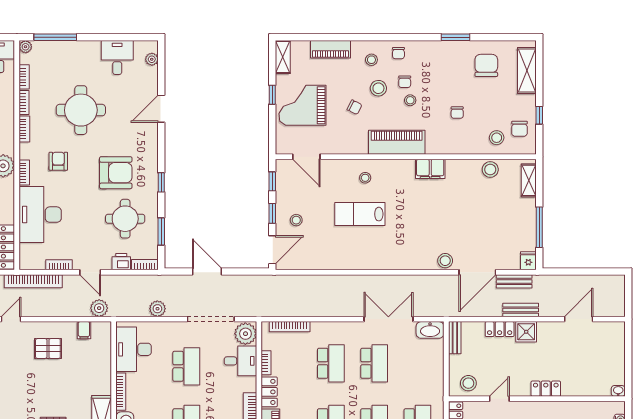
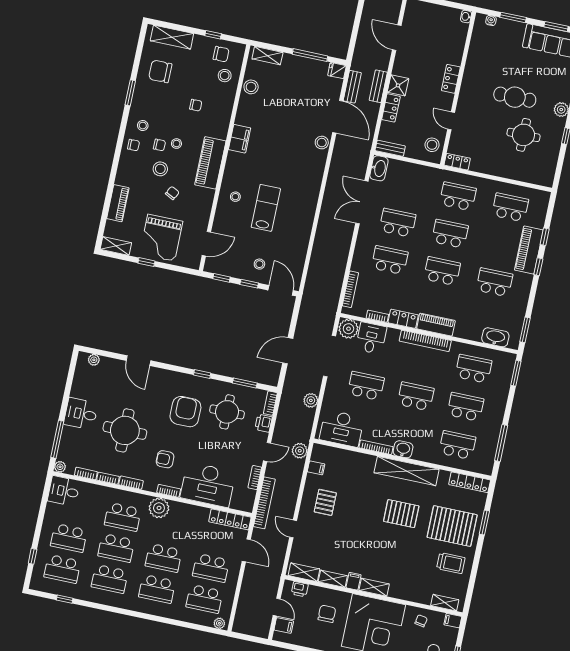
desk: (117, 57) -> (81, 414), moved
stool: (371, 60) -> (143, 126), moved
lab bench: (360, 214) -> (266, 208), turned 180

